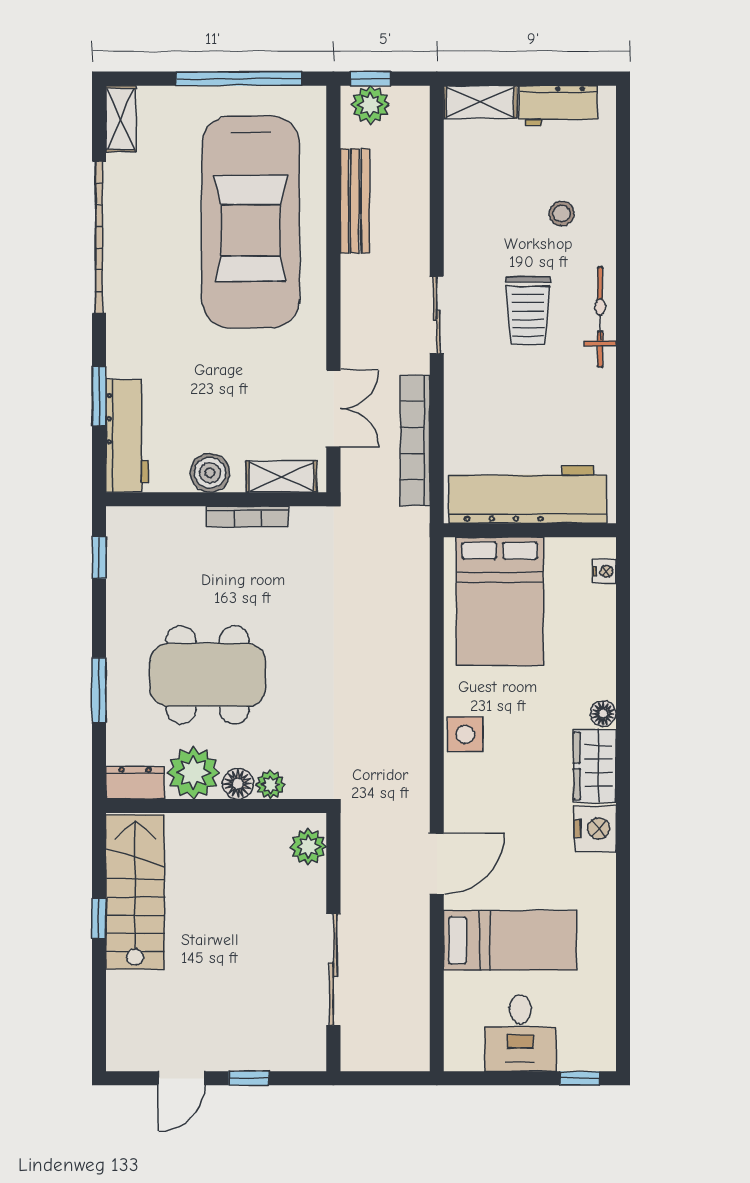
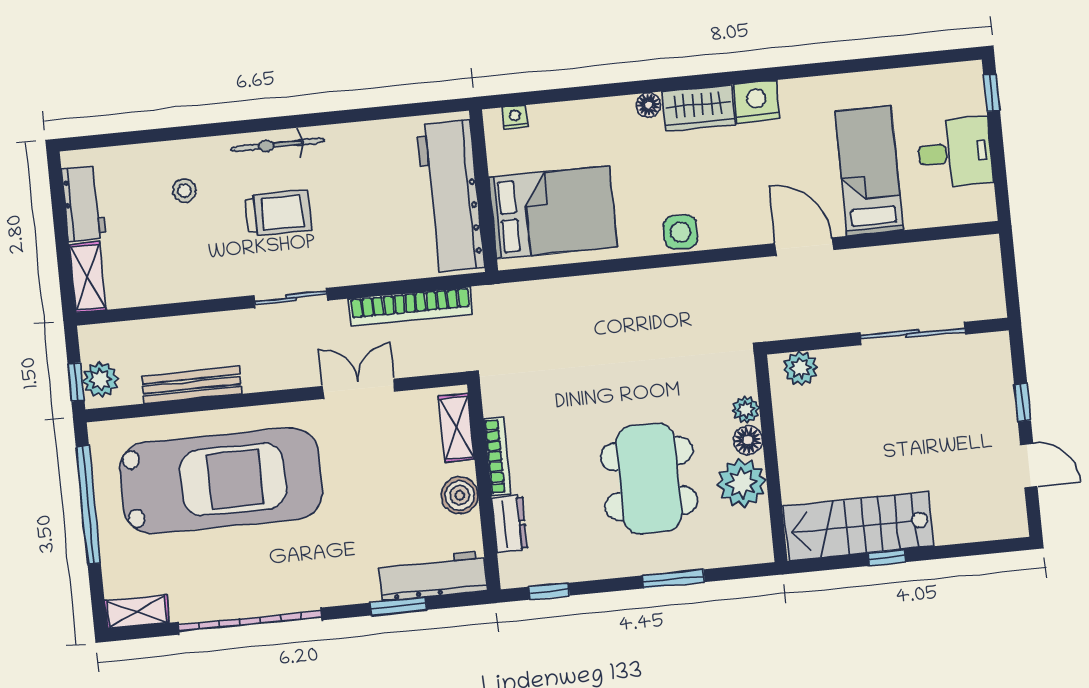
double door: (333, 409) -> (359, 389), moved
dresser: (135, 783) -> (510, 524), moved, turned 180

